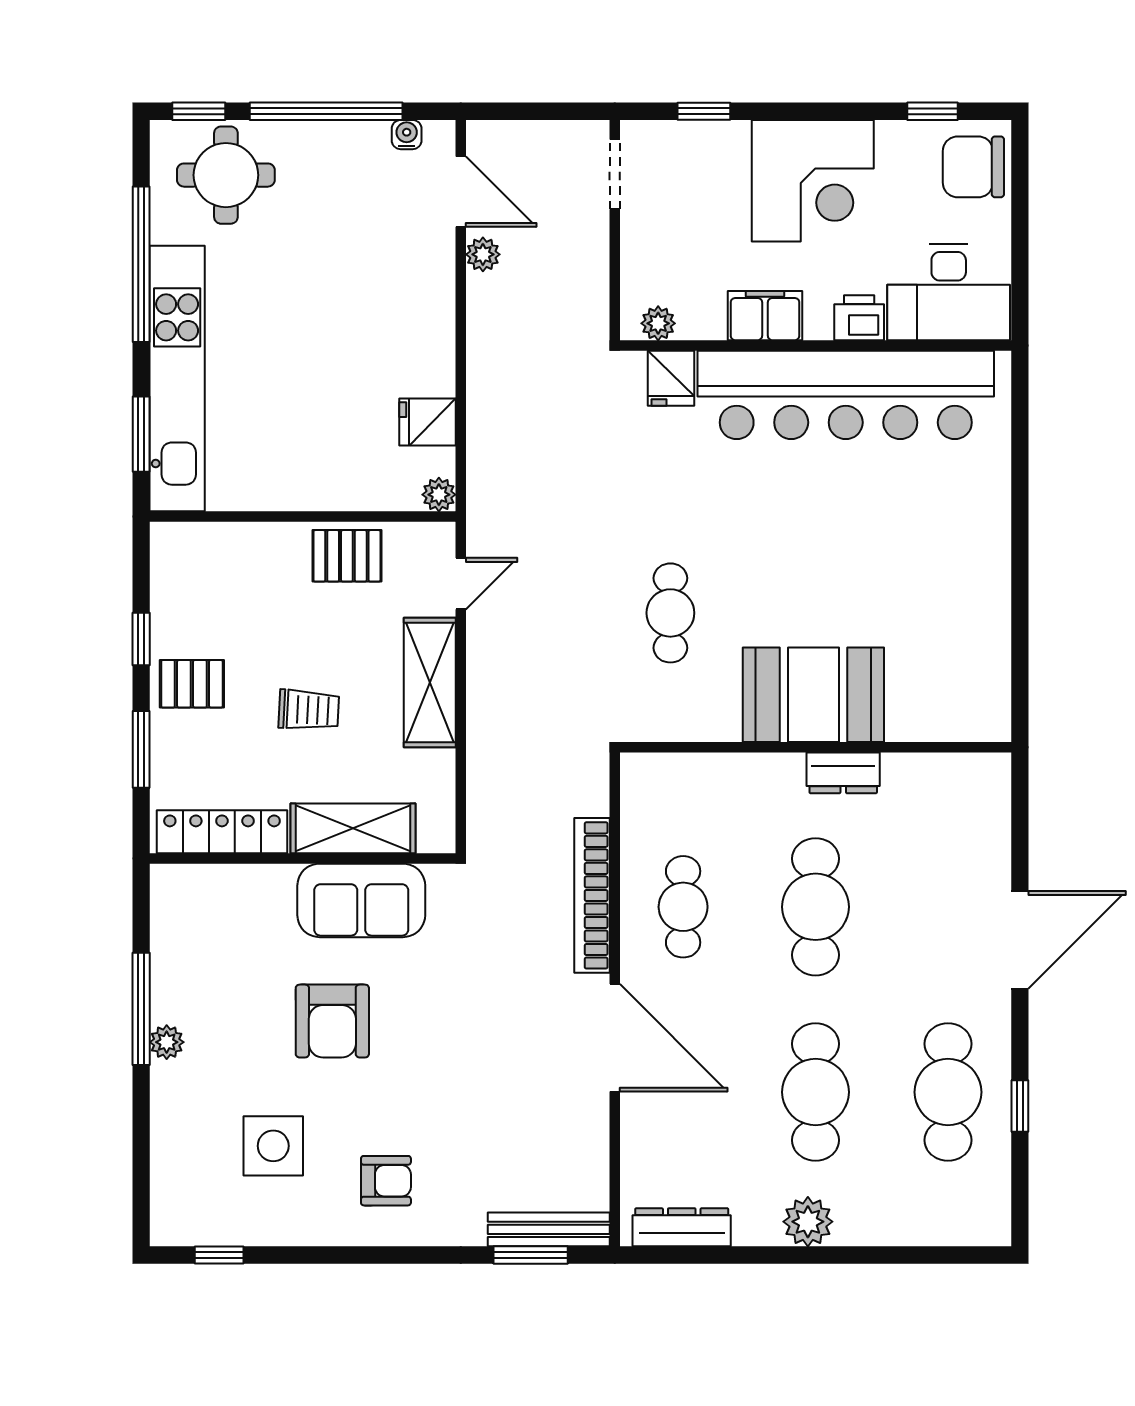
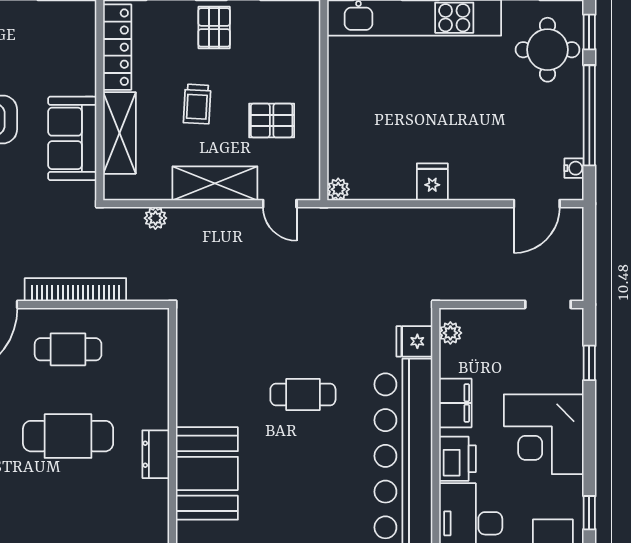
plant: (483, 254) -> (155, 218), moved
printer: (859, 318) -> (458, 459), width x1.36, depth x1.24
fridge: (427, 422) -> (432, 182), moved
pallet: (347, 556) -> (272, 120), moved, turned 90
cafe table: (670, 613) -> (303, 394), moved
booth: (813, 695) -> (207, 473), moved

